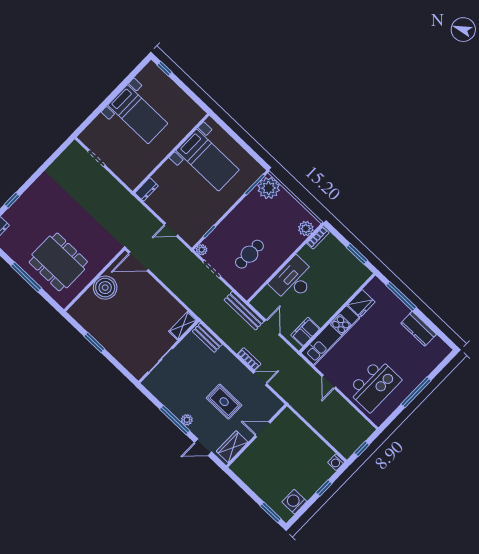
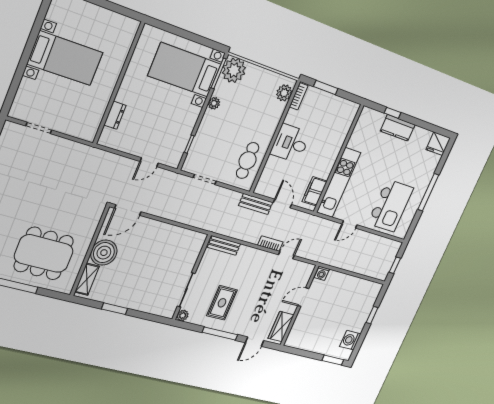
bed with nightstands: (208, 160) -> (184, 70), moved, turned 180
dresser: (147, 189) -> (115, 115), moved
plant: (202, 250) -> (214, 103), moved
cafe table: (249, 254) -> (248, 161), moved
window: (357, 254) -> (326, 87), moved
desk: (293, 280) -> (290, 143), width x0.73
window: (401, 296) -> (393, 113), width x0.46
fridge: (361, 303) -> (438, 144), moved, turned 90
bench: (244, 311) -> (256, 204), width x0.73
shelving: (183, 326) -> (87, 279), moved
kitchen counter: (419, 329) -> (398, 128), moved
door: (329, 382) -> (350, 224), hinge flipped
rug: (224, 402) -> (222, 303), moved, turned 90
plant: (187, 420) -> (183, 316), moved
washing machine: (336, 462) -> (322, 273), moved

